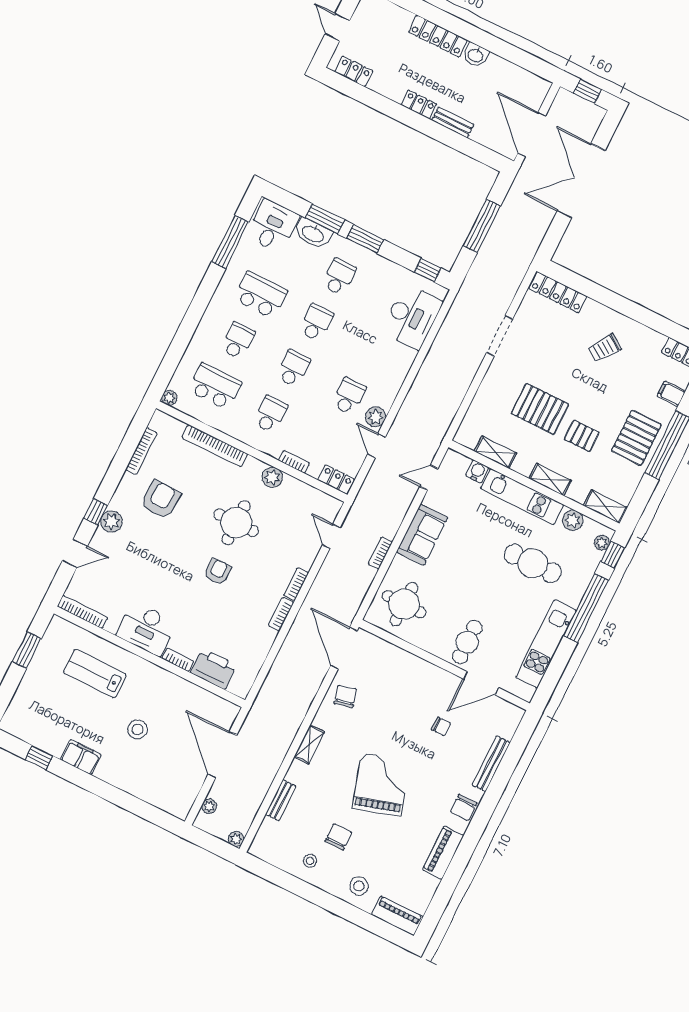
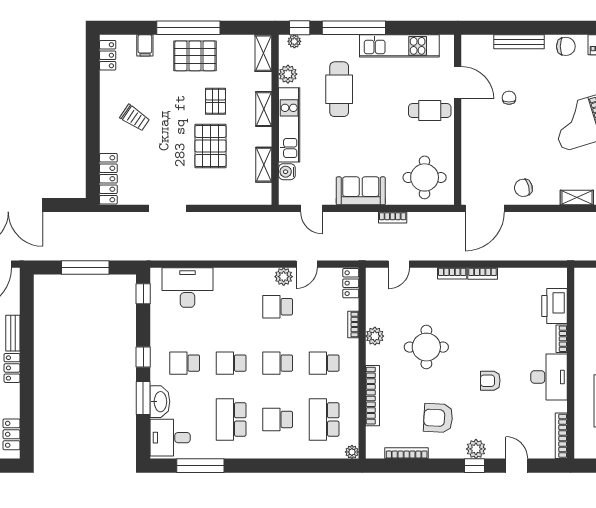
window: (365, 239) -> (143, 357), width x0.67
armchair: (217, 572) -> (490, 381), moved

